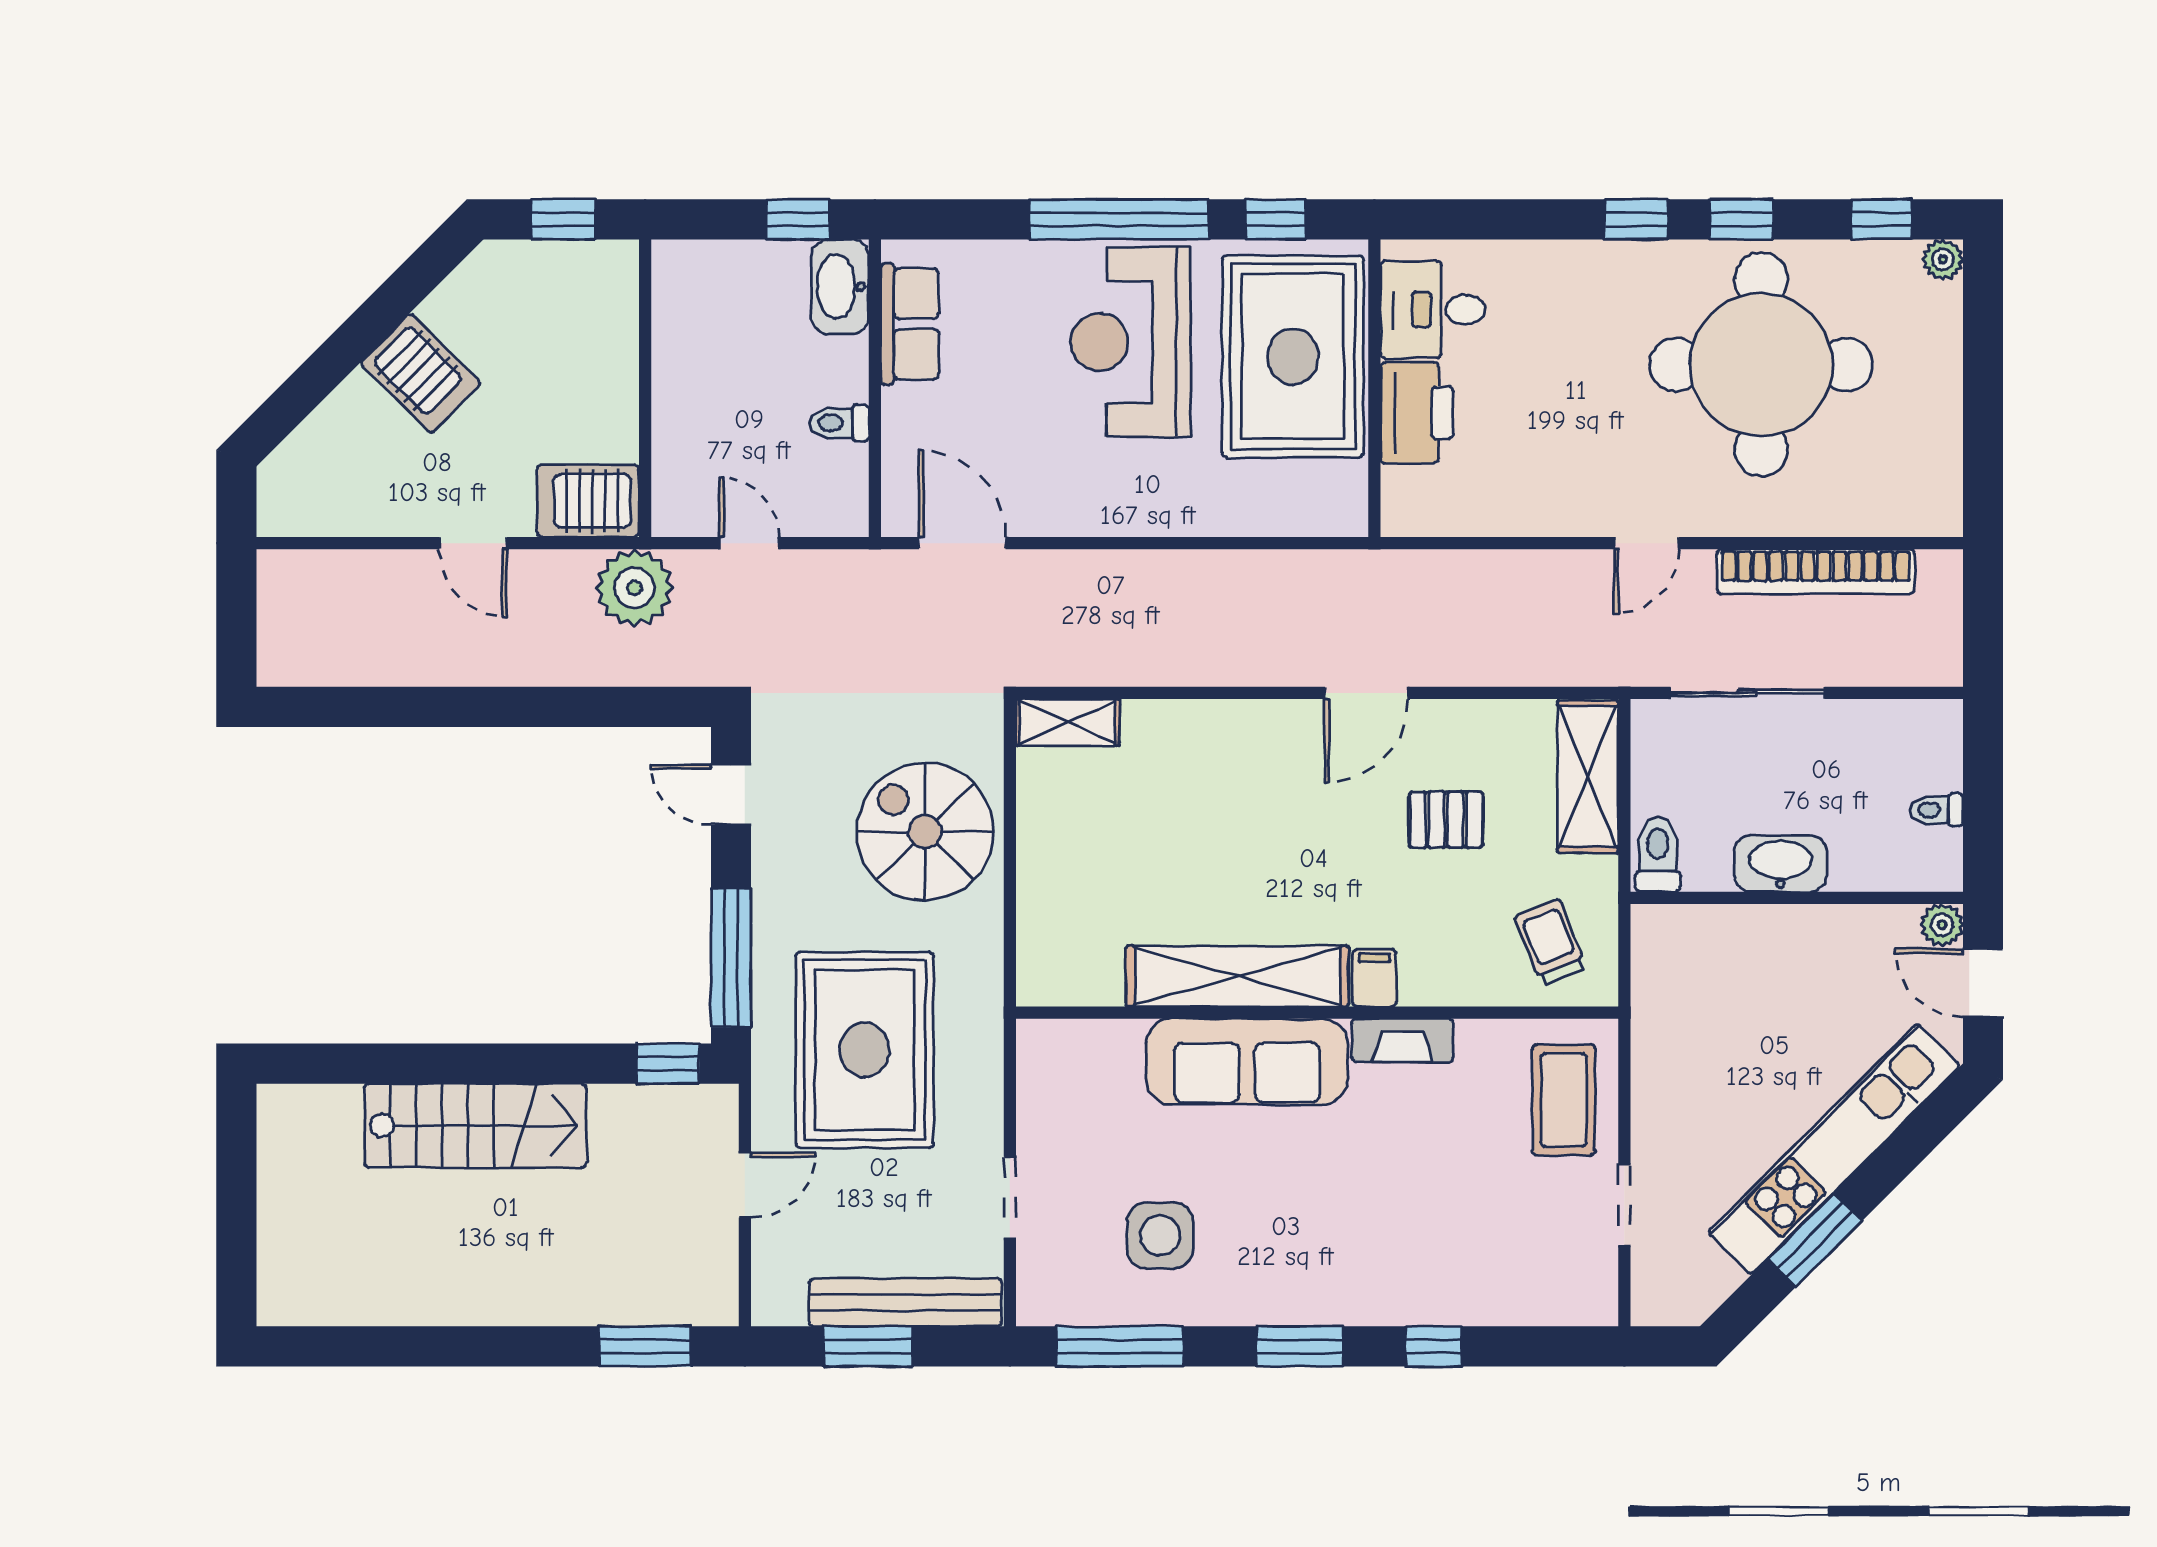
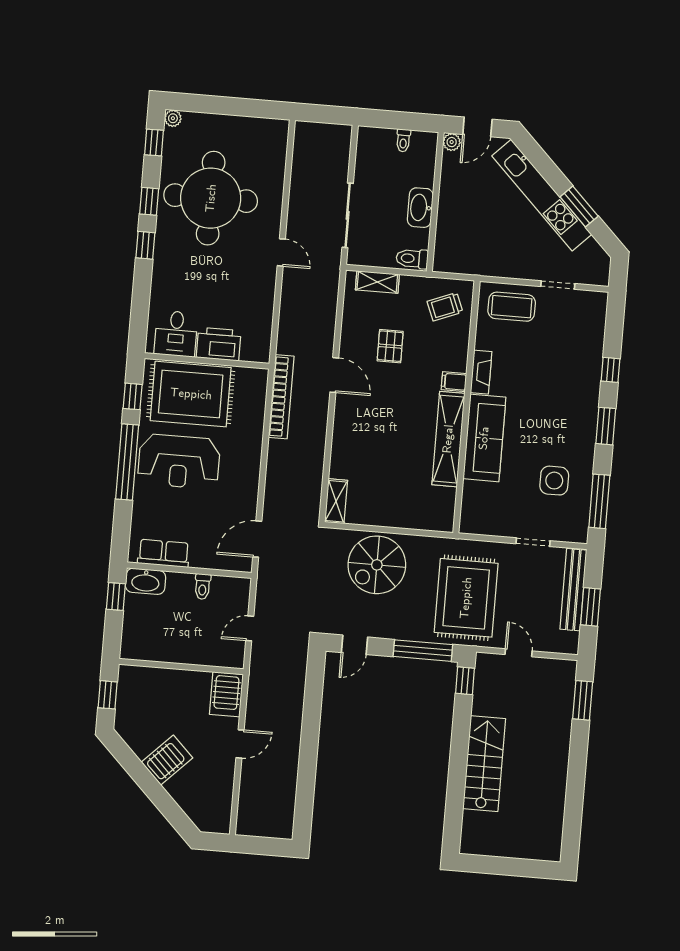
bookcase: (1816, 572) -> (281, 397), moved
plant: (634, 588) -> (264, 678), removed
shelving: (1588, 777) -> (377, 282), width x0.67, depth x0.75
rug: (865, 1050) -> (466, 598), turned 90

